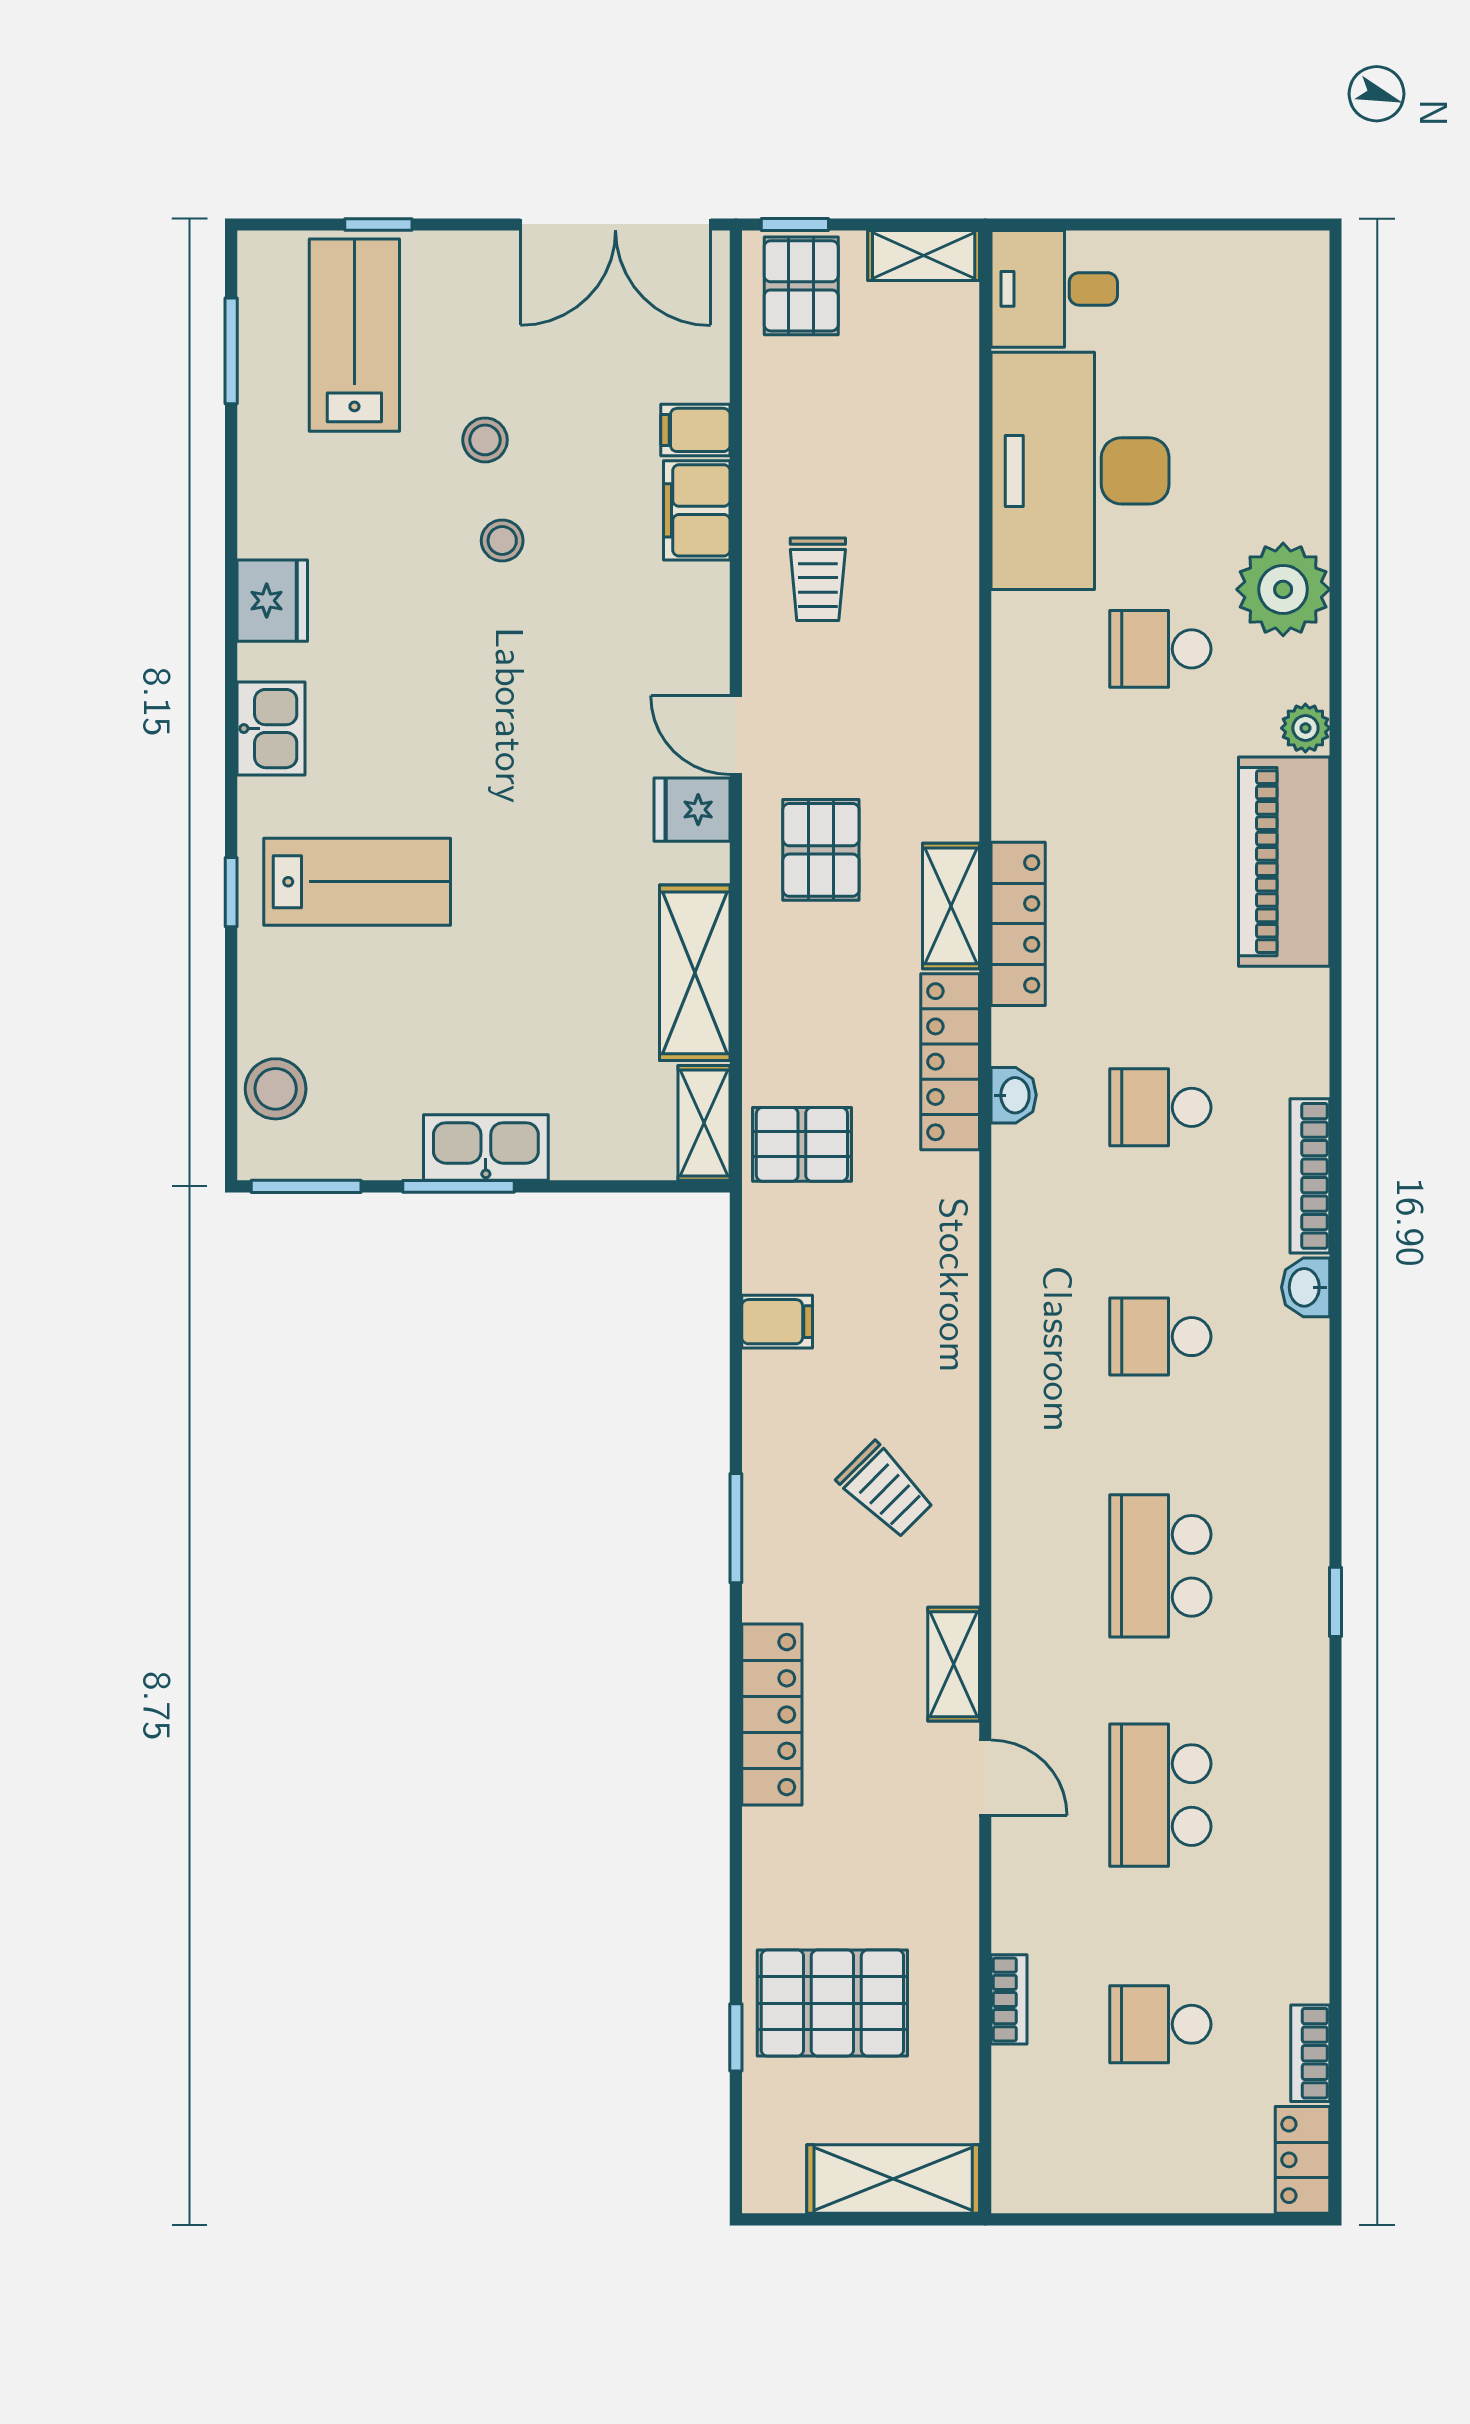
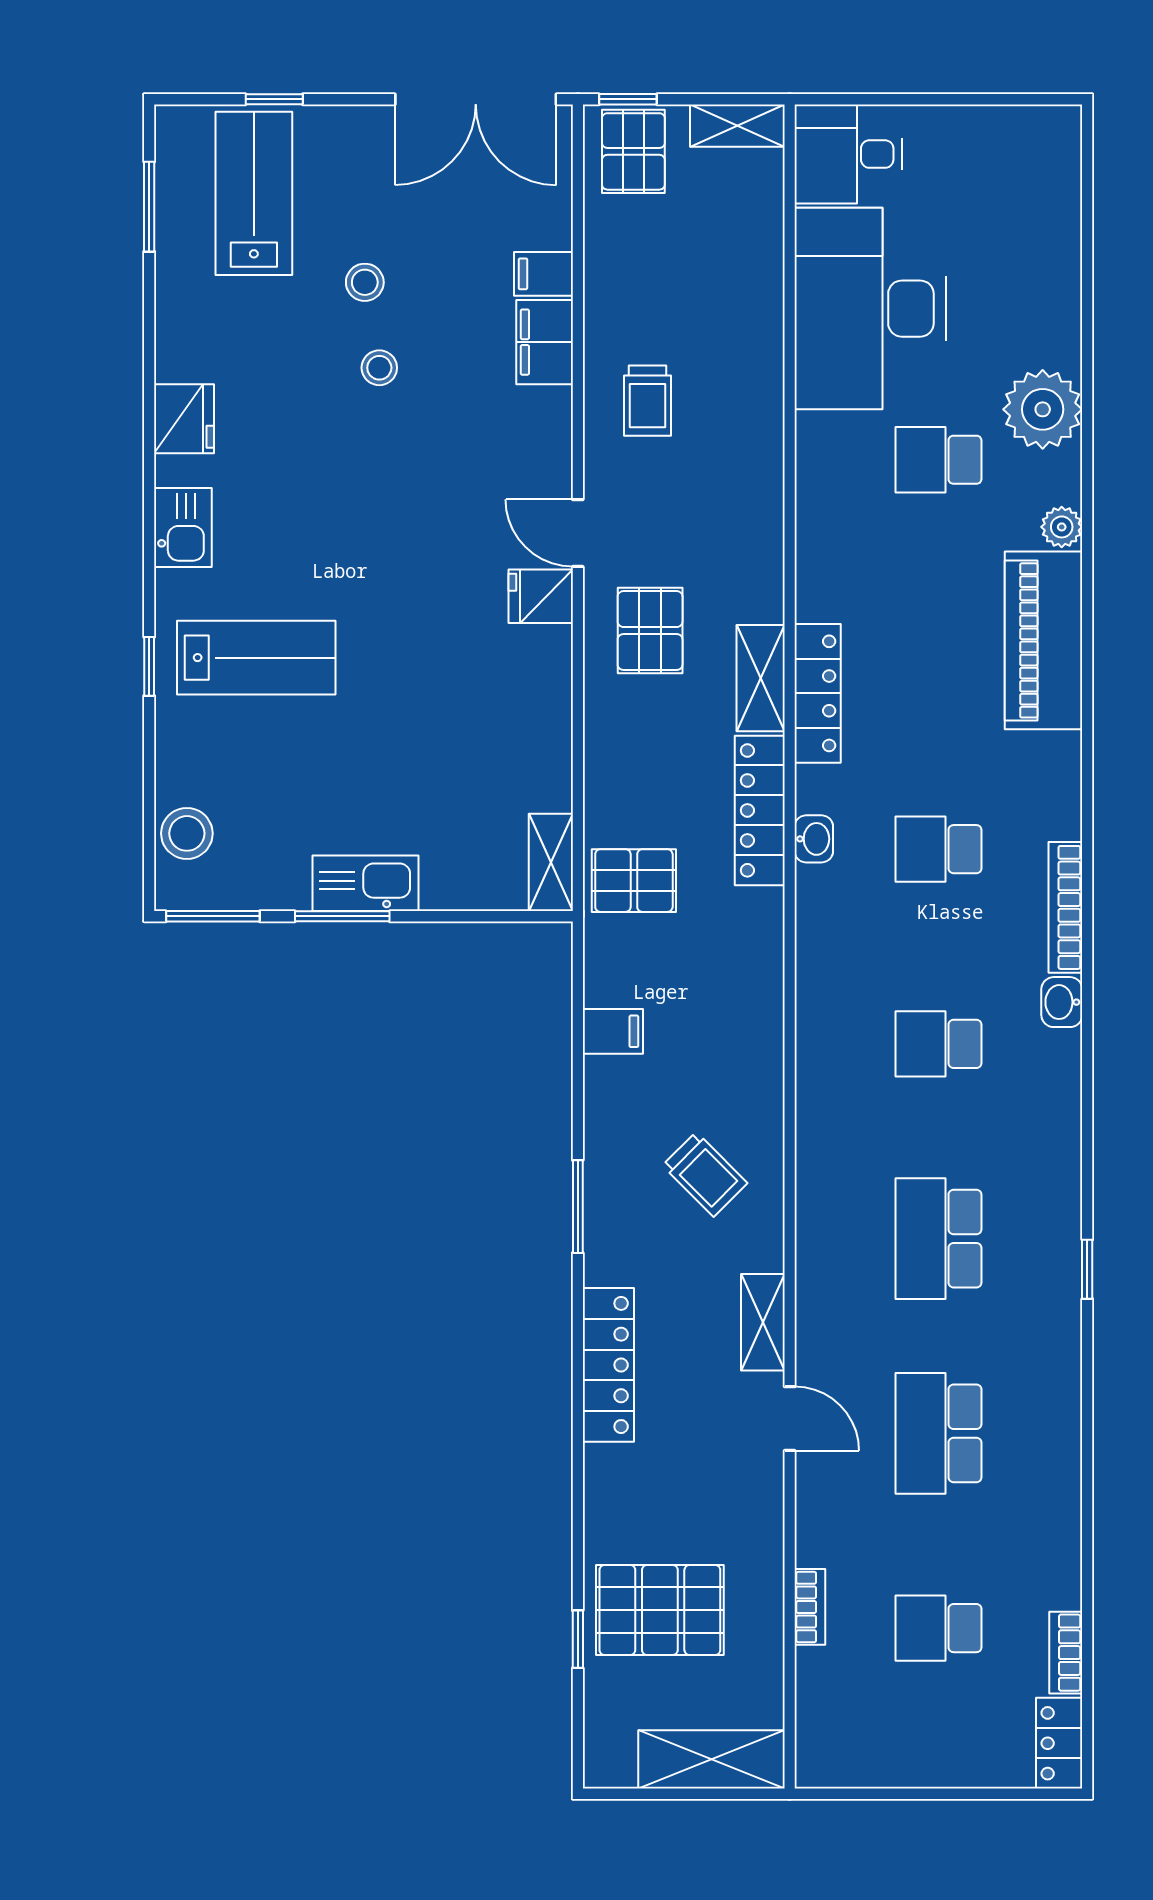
shelving: (695, 973) -> (543, 735), removed

